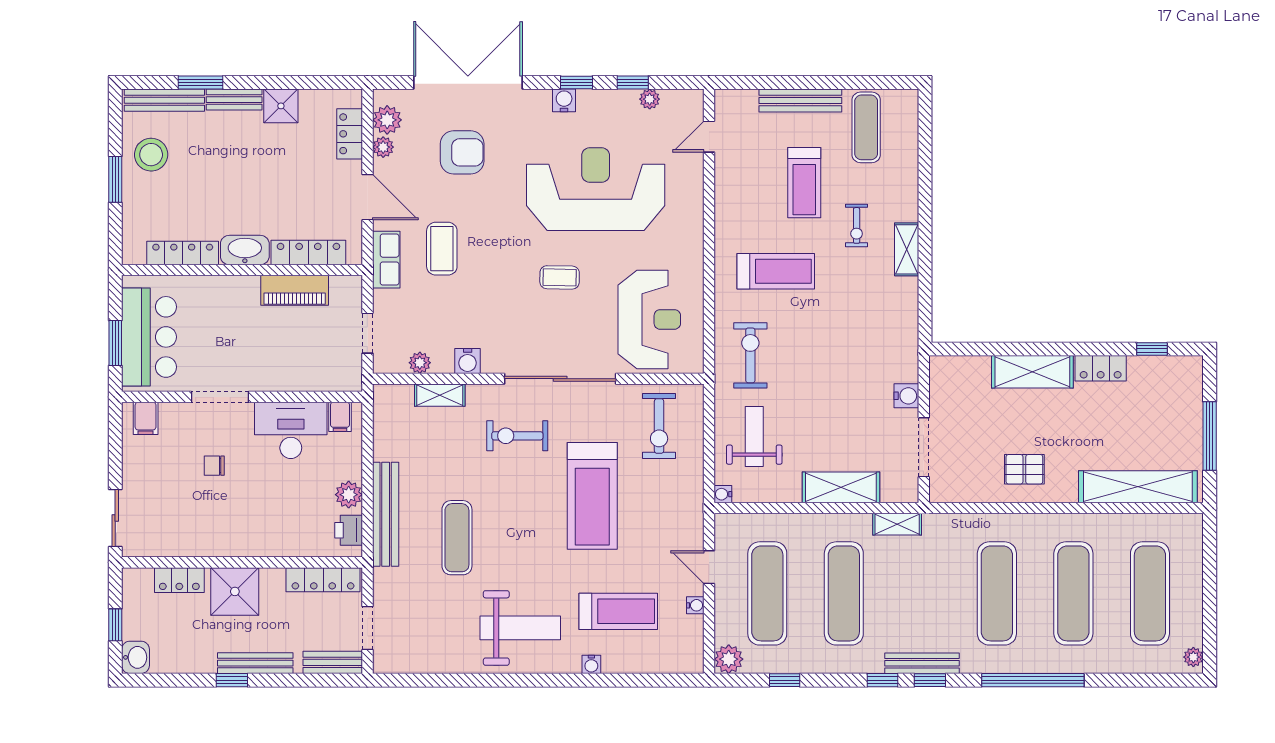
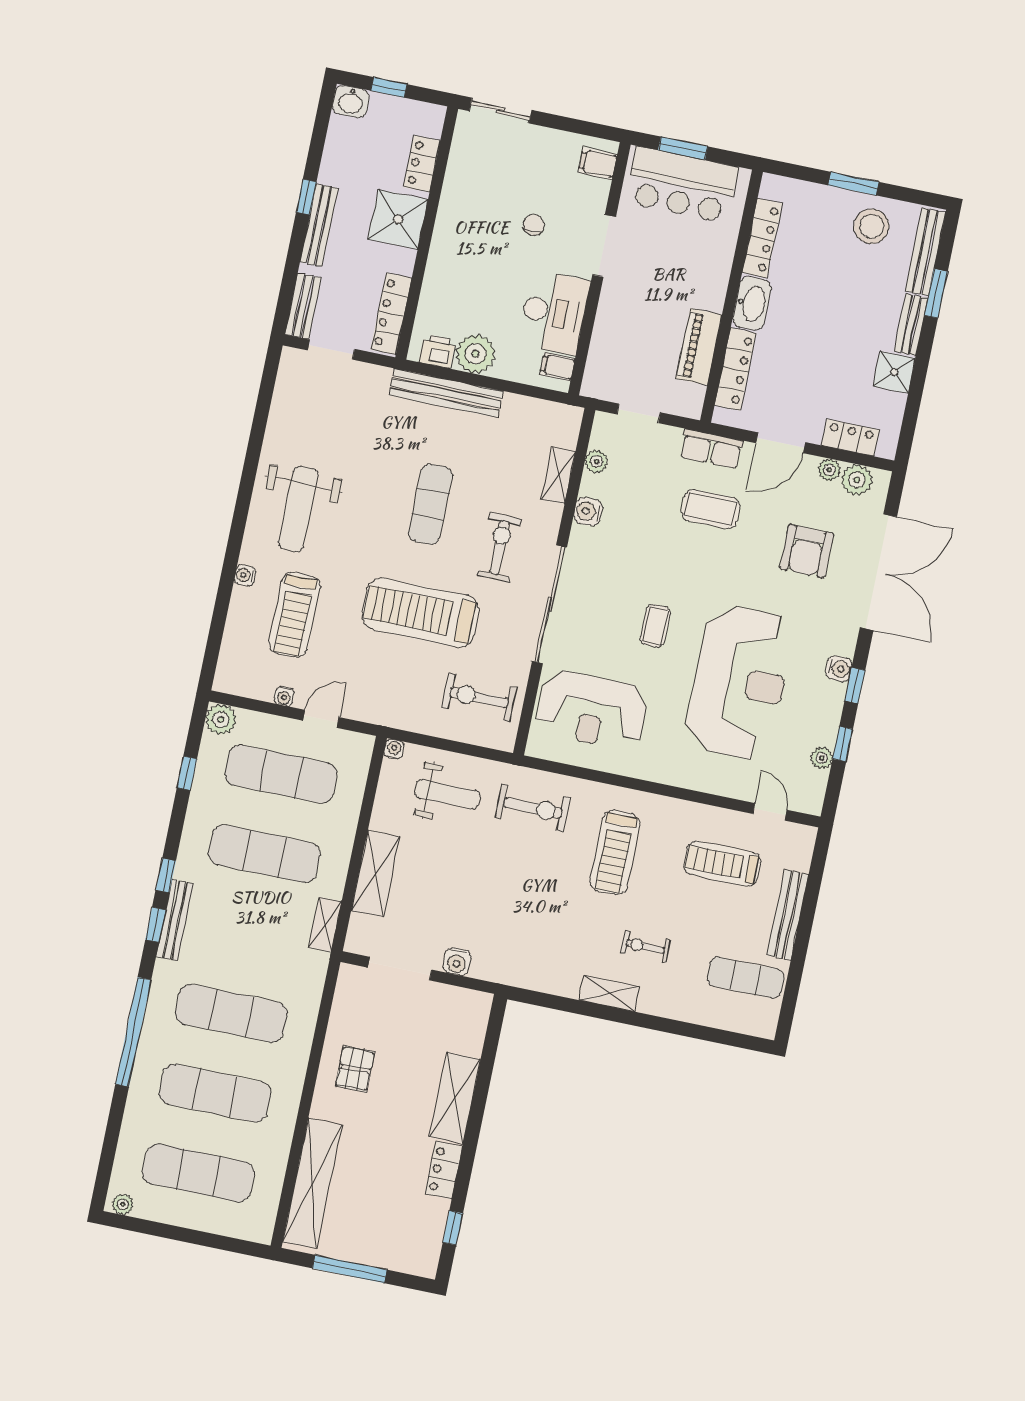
treadmill: (804, 183) -> (722, 864), moved
plant: (349, 495) -> (475, 354), width x1.36, depth x1.36
exercise mat: (457, 538) -> (430, 504), moved, turned 90

